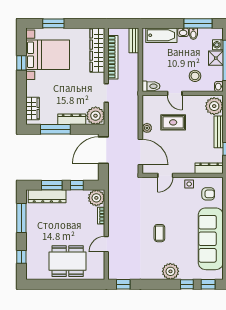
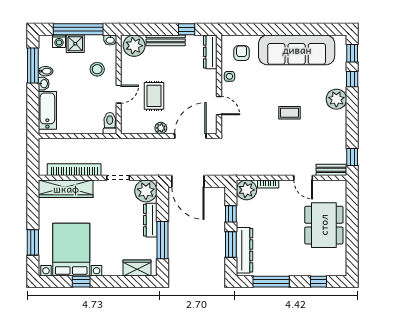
bench: (134, 40) -> (331, 170), moved

